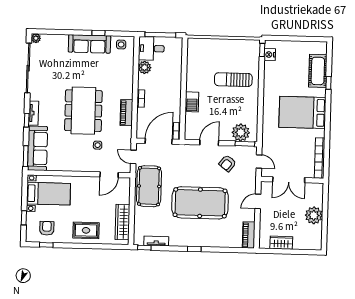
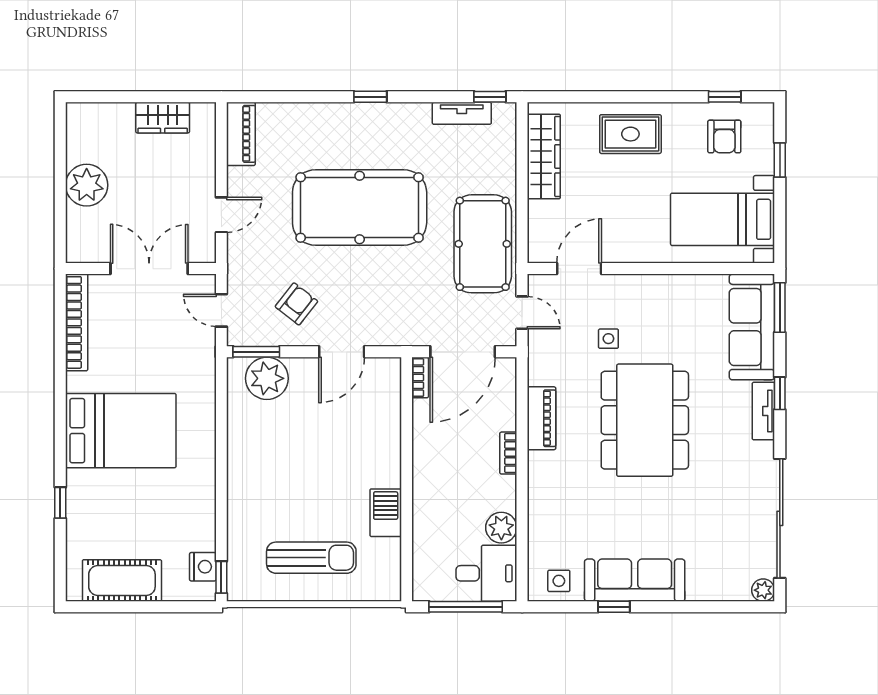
cot: (318, 71) -> (122, 580), moved, turned 90
sun lounger: (233, 80) -> (311, 558), moved
barbecue: (192, 102) -> (386, 513), moved

